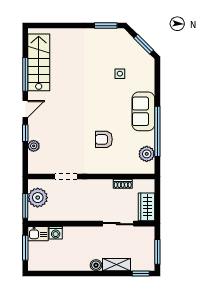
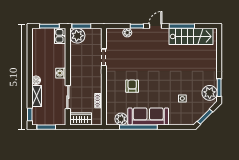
plant: (113, 38) -> (210, 93), added
door: (25, 109) -> (155, 26), swing flipped
sofa: (143, 111) -> (148, 116), width x1.36
plant: (38, 198) -> (77, 36), moved
washing machine: (56, 233) -> (61, 73), moved

